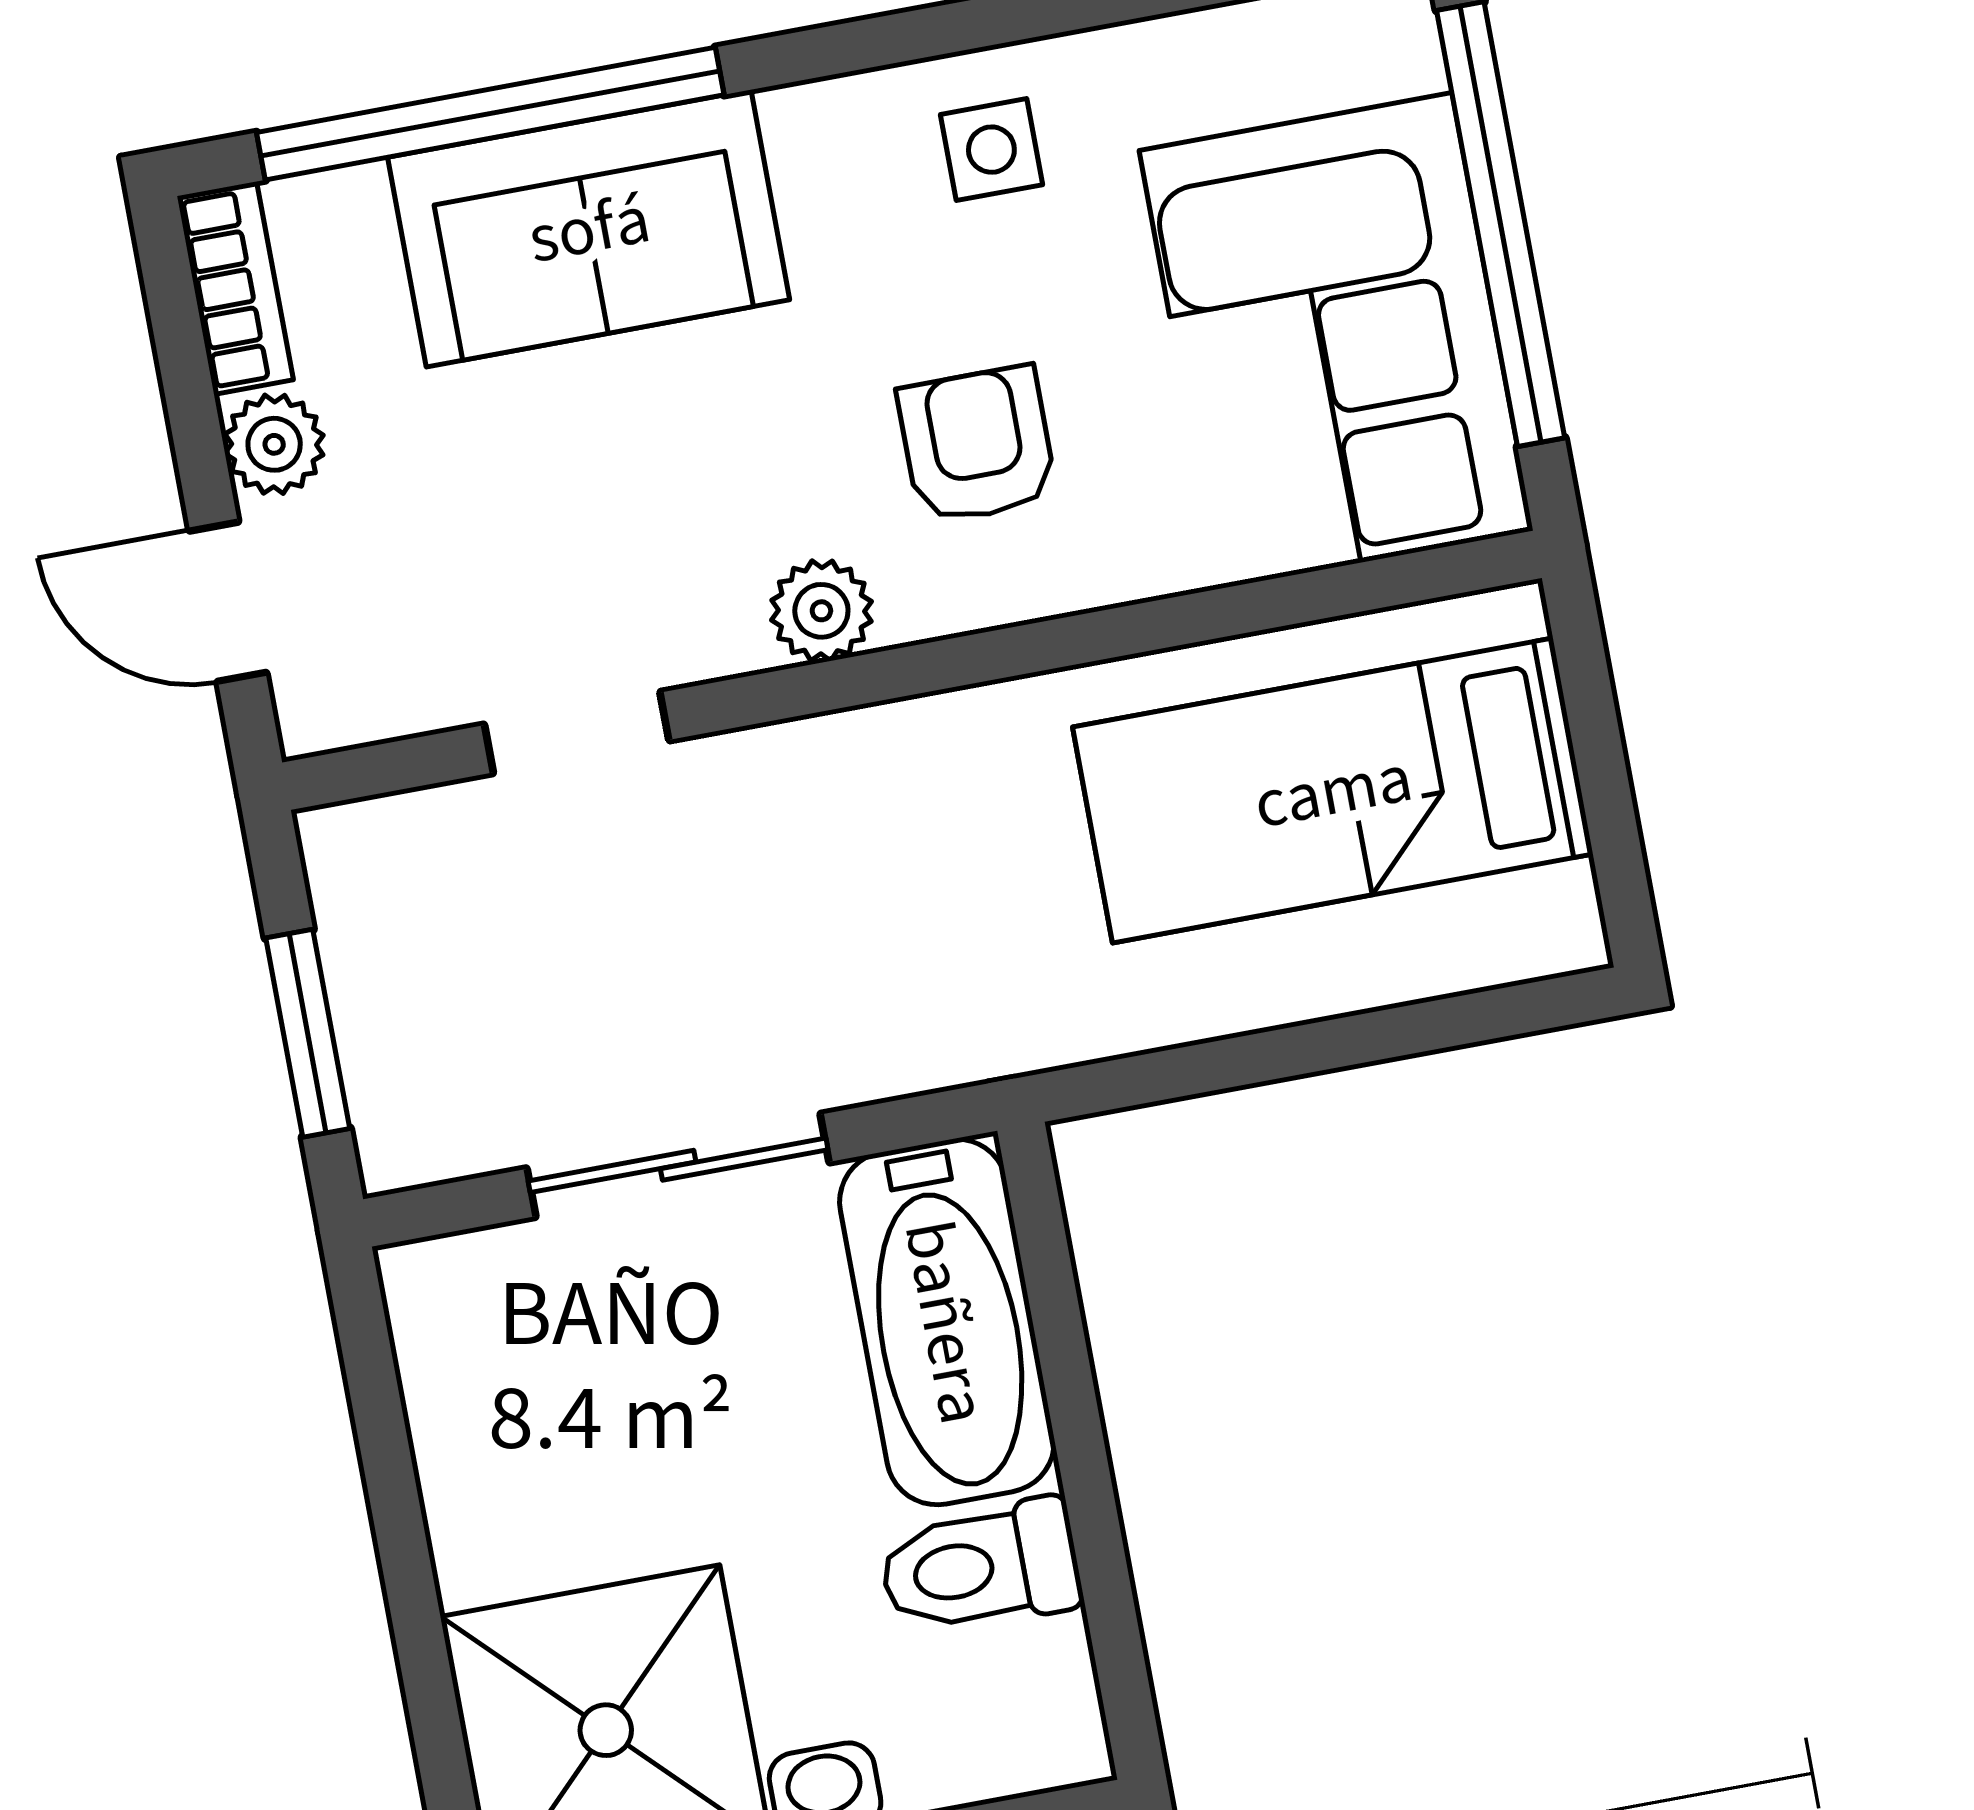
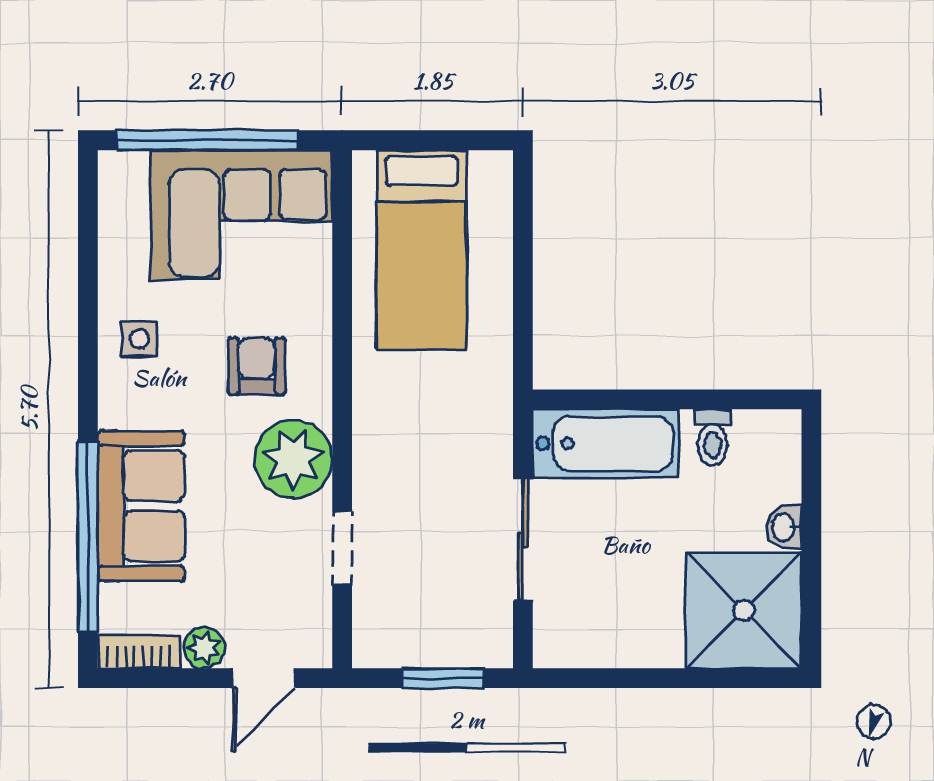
armchair: (977, 445) -> (257, 366), turned 90
plant: (821, 611) -> (293, 459), width x1.87, depth x1.87
toilet: (980, 1567) -> (713, 437), width x0.73, depth x0.72

